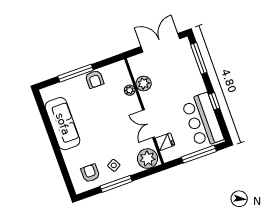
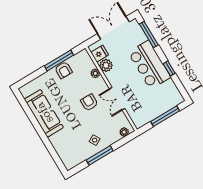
window: (76, 73) -> (59, 60), moved
bar counter: (203, 120) -> (149, 65), moved
fridge: (165, 142) -> (100, 54), moved
plant: (147, 159) -> (124, 132), width x0.53, depth x0.53
armchair: (90, 173) -> (89, 102), moved

